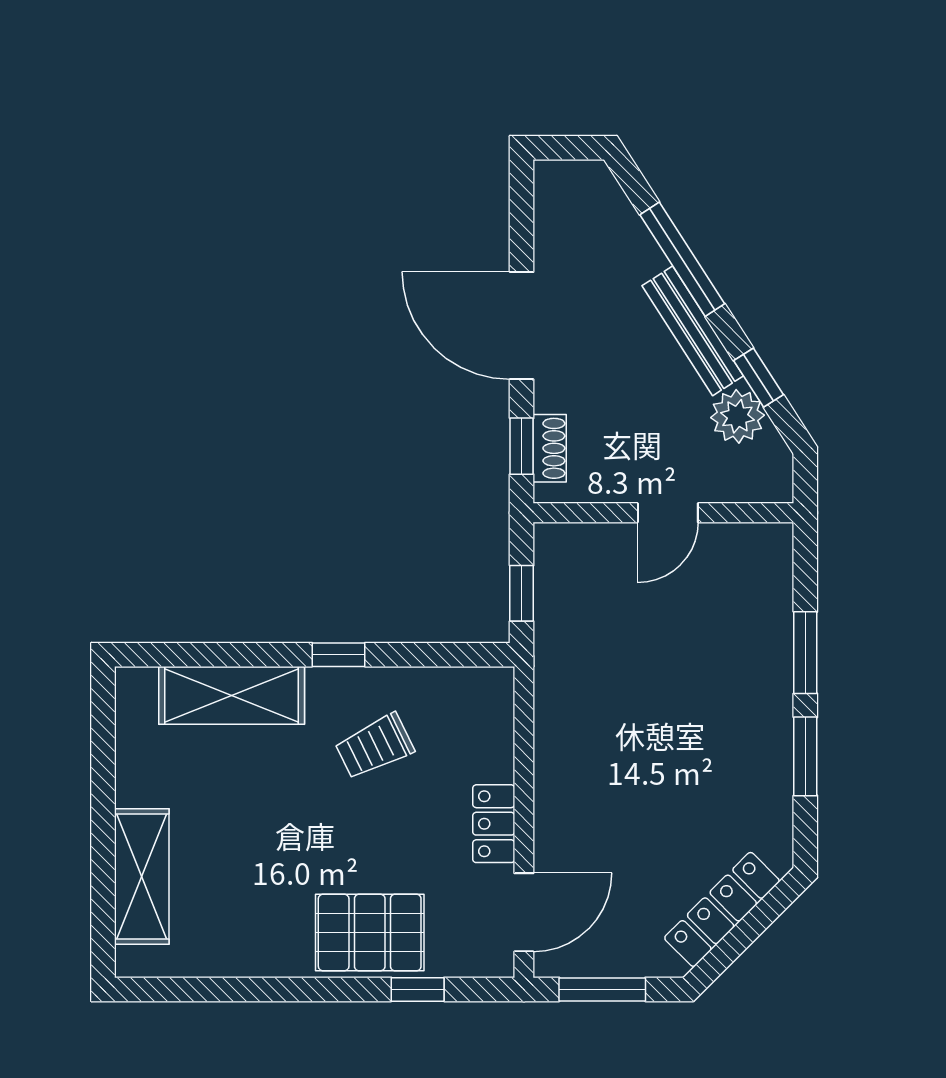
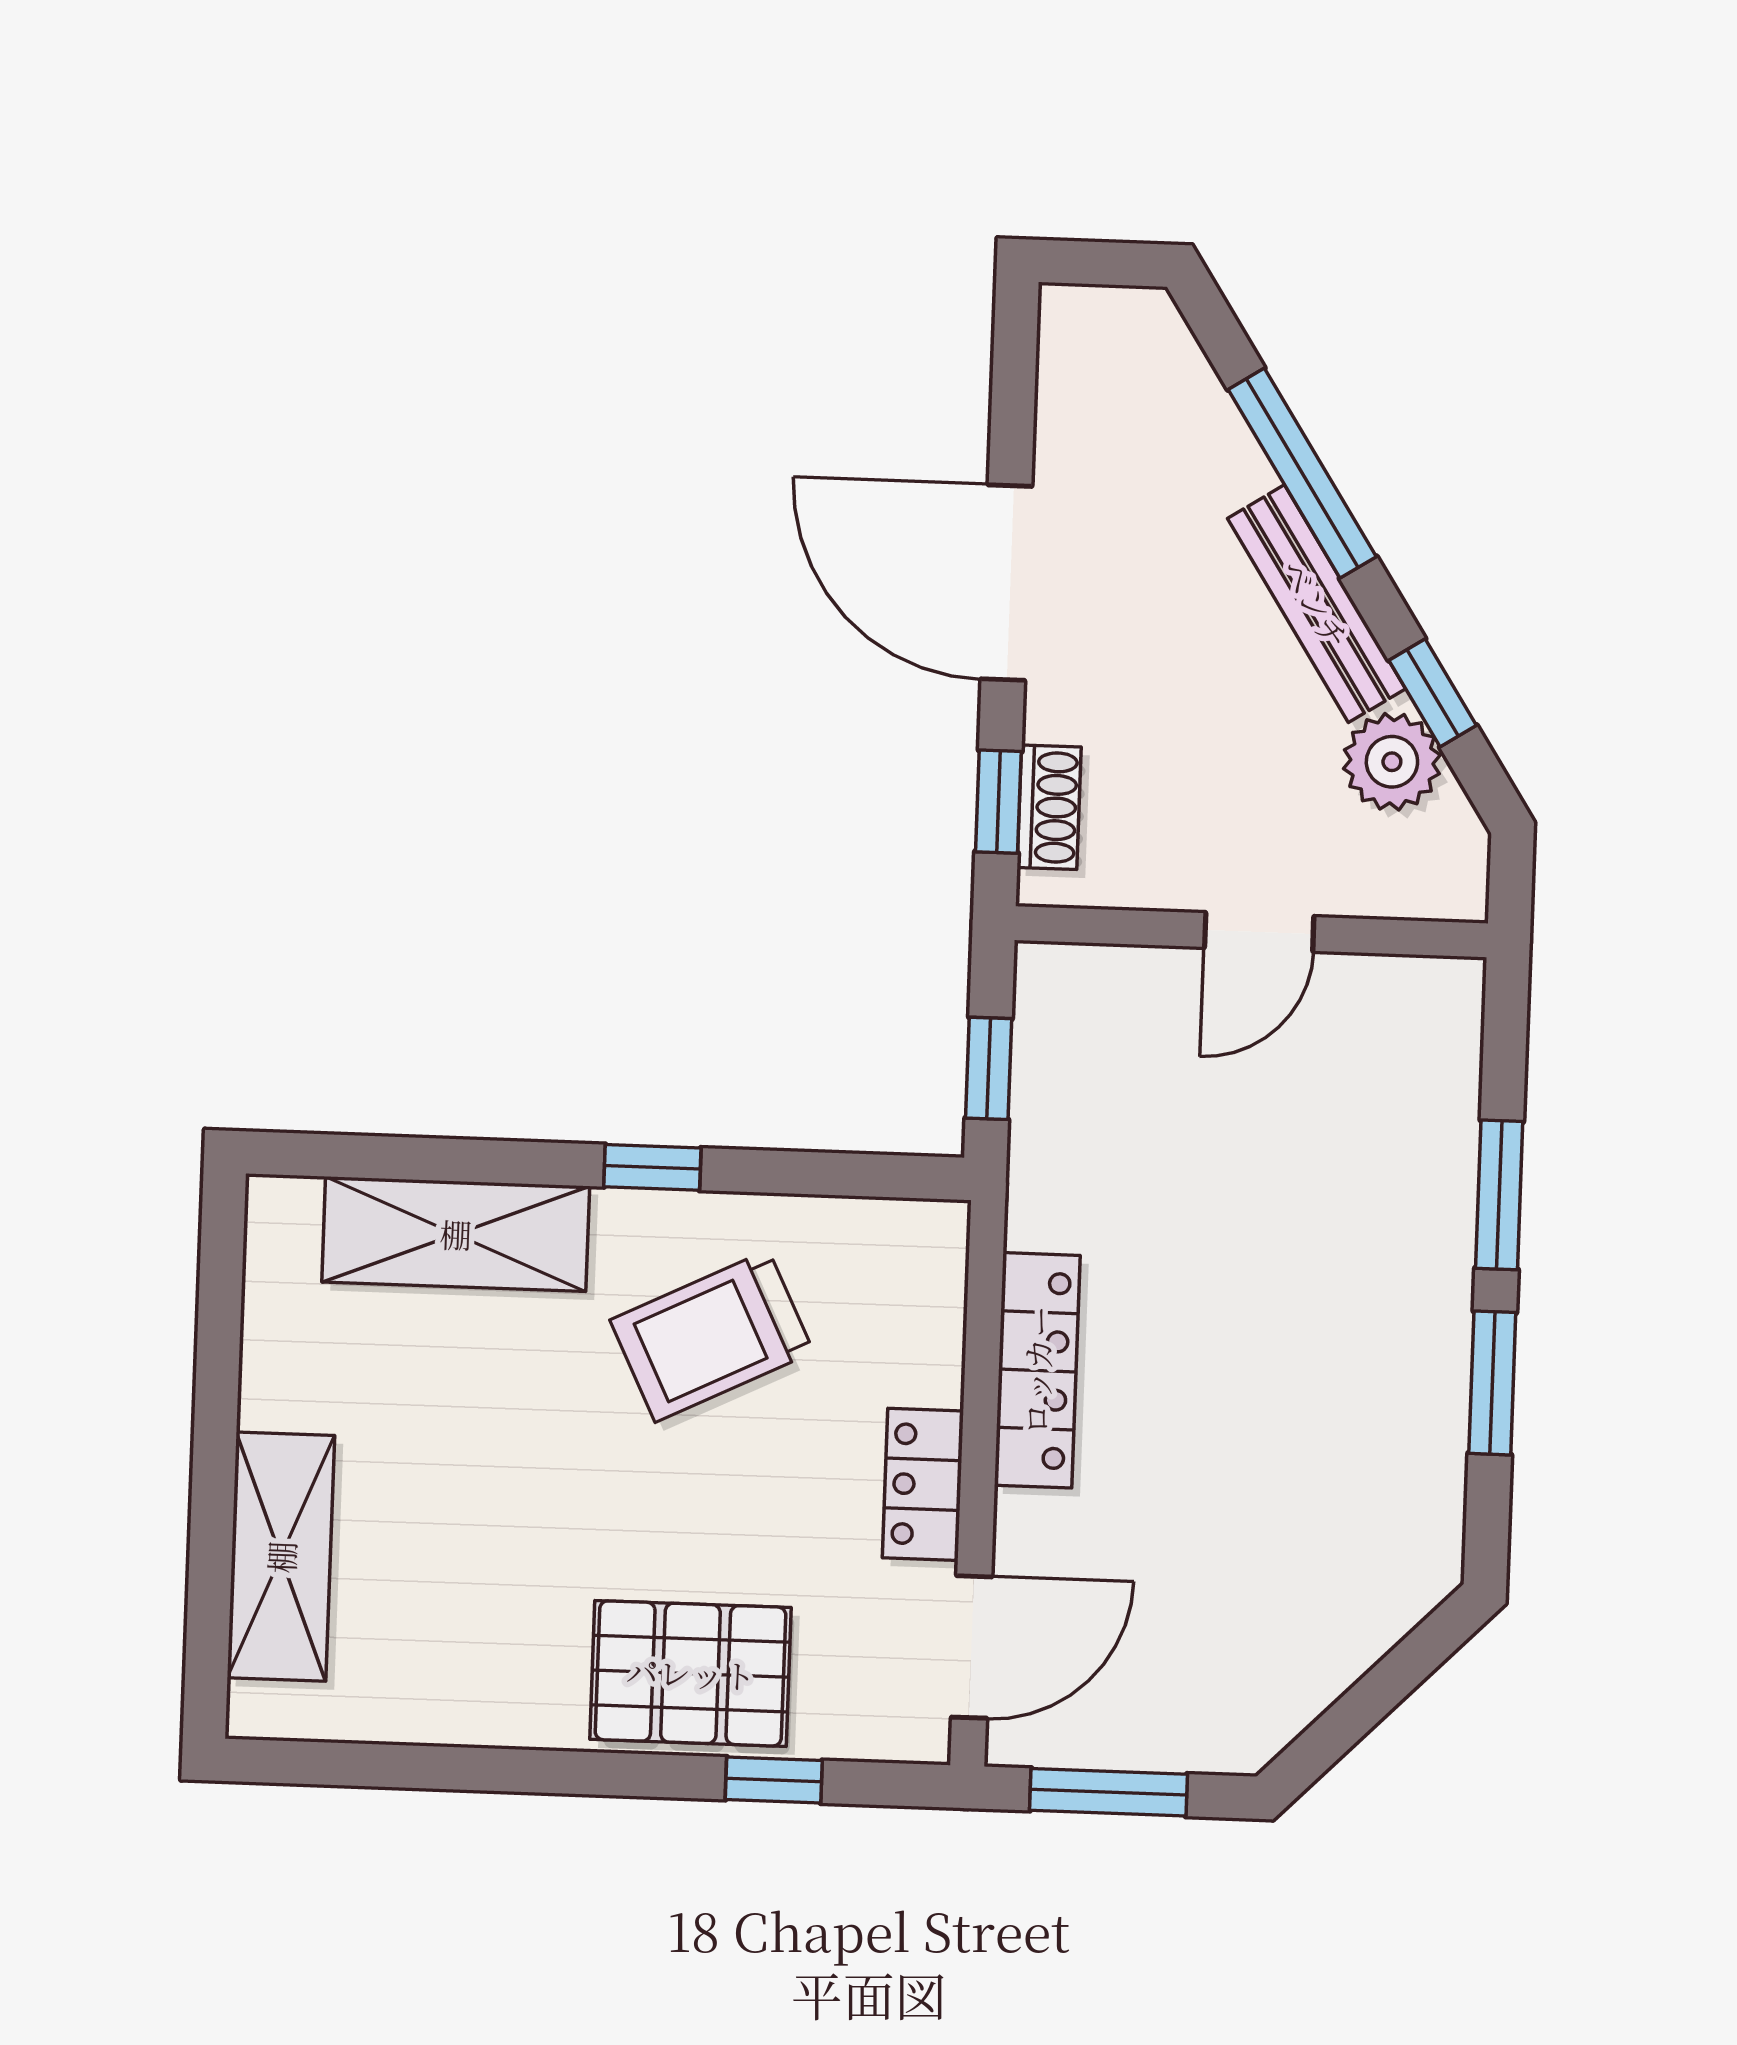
trolley: (375, 746) -> (712, 1336), width x1.36, depth x1.39
locker: (722, 909) -> (1037, 1370), moved, turned 135

